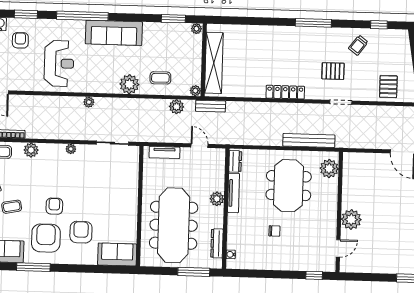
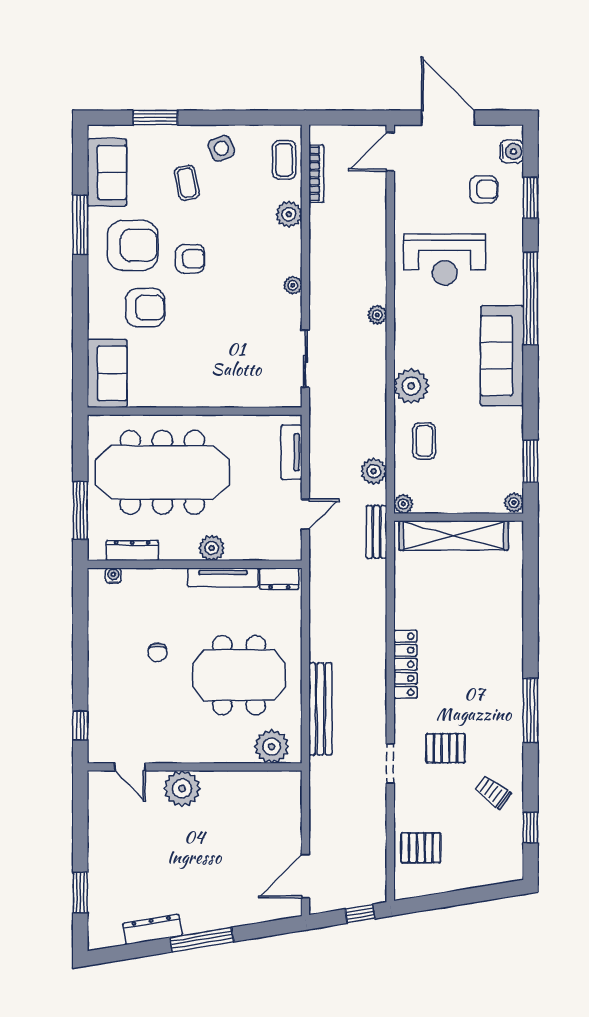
pallet: (333, 71) -> (445, 748), turned 90

